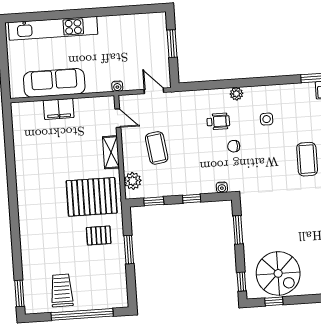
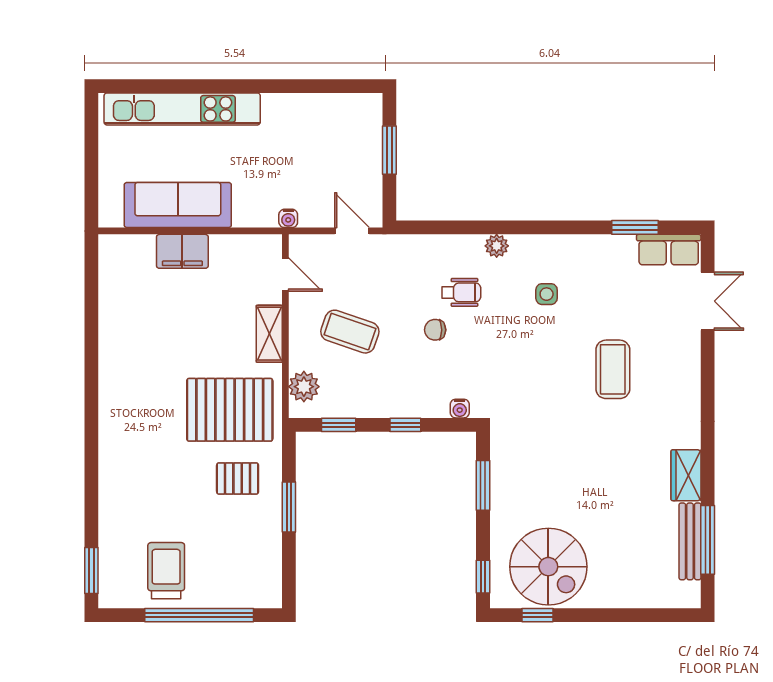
chair: (234, 146) -> (435, 330), moved
coffee table: (157, 148) -> (350, 332), turned -63

